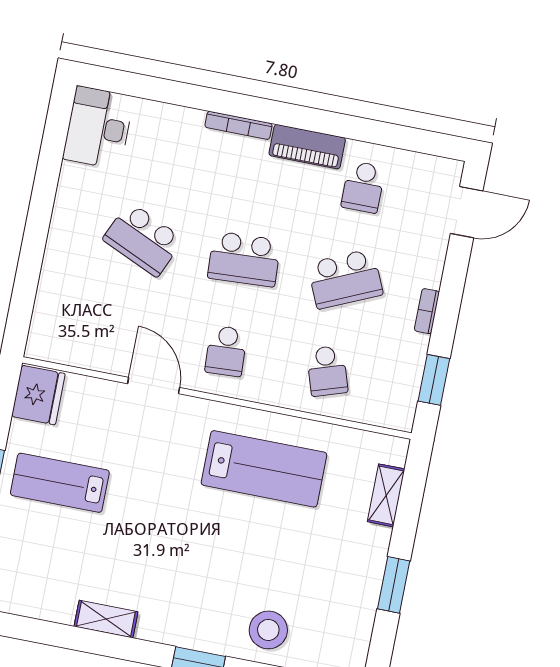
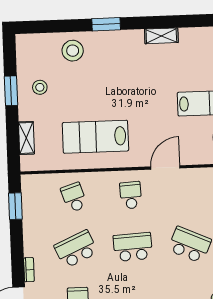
bookcase: (427, 311) -> (29, 270), moved
door: (154, 386) -> (165, 167), swing flipped
stool: (341, 579) -> (40, 87), added

